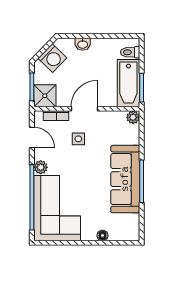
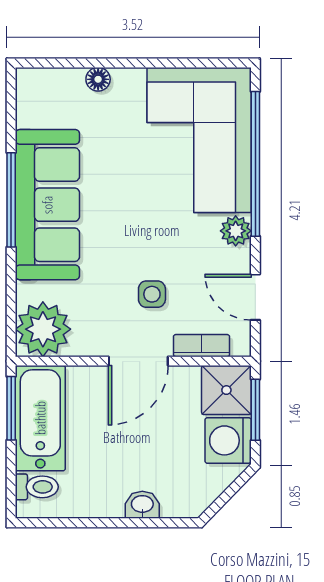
washing machine: (52, 58) -> (228, 440), moved, turned -44
plant: (133, 117) -> (43, 329), width x1.87, depth x1.87

